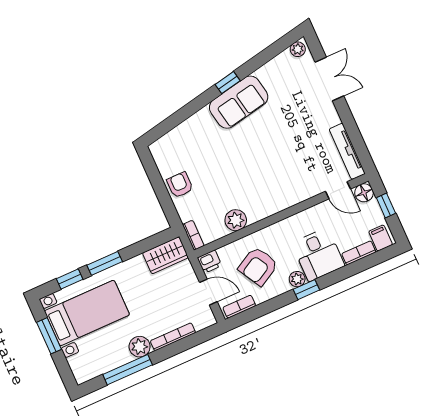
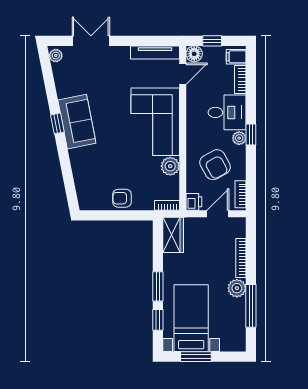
corner sofa: (275, 184) -> (155, 122), added

